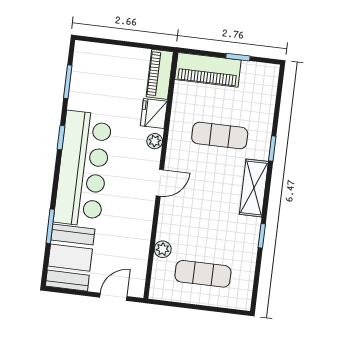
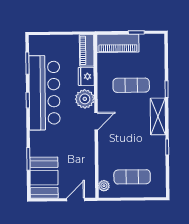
plant: (155, 141) -> (85, 99), width x1.88, depth x1.88
bar counter: (83, 169) -> (44, 93), moved
plant: (163, 249) -> (104, 186), moved

